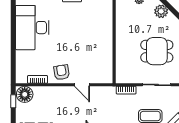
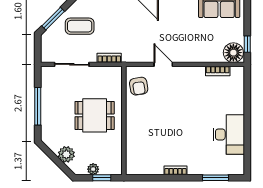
desk: (32, 28) -> (229, 134), width x0.73, depth x0.77
dining table: (157, 51) -> (95, 115), moved
armchair: (62, 72) -> (139, 86), moved

